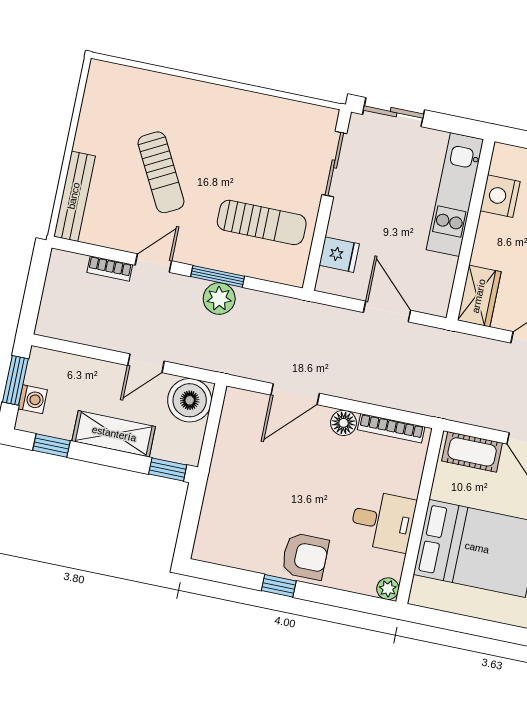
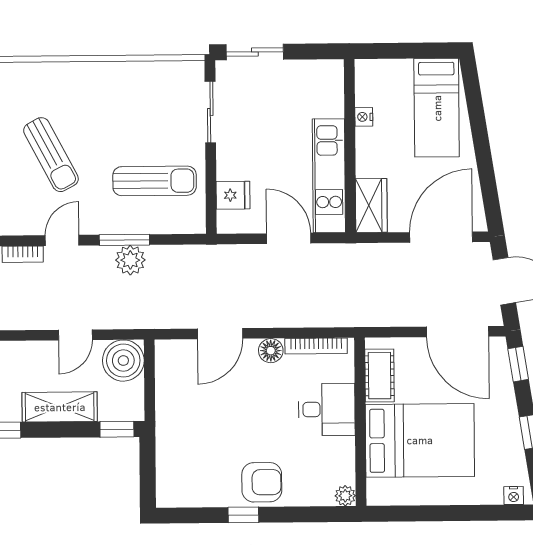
kitchen unit: (455, 195) -> (329, 176), moved
nightstand: (500, 196) -> (364, 117), width x0.53, depth x0.56
cot: (472, 452) -> (380, 376), moved, turned 90
desk: (383, 521) -> (327, 409), moved

